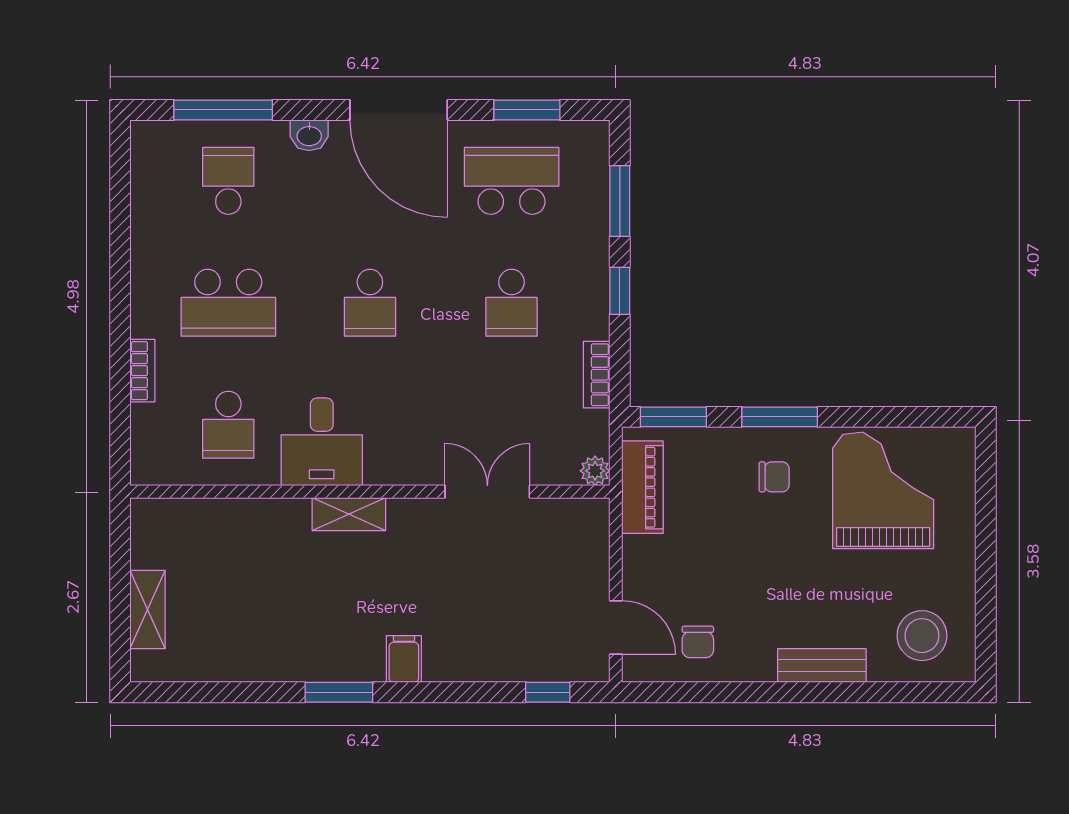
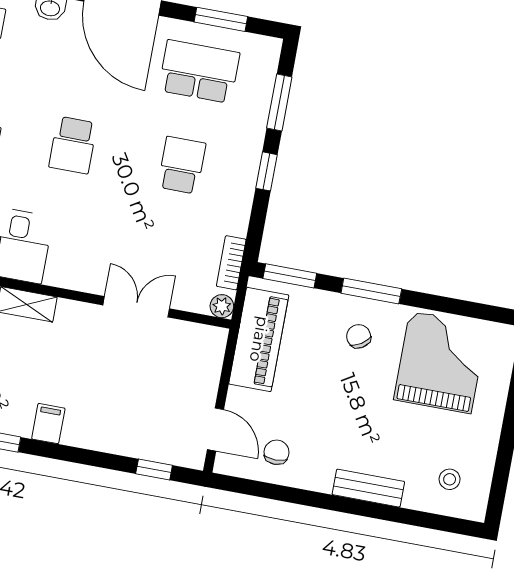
school desk: (512, 303) -> (182, 165), turned 180
bookcase: (597, 375) -> (231, 263), moved
chair: (774, 477) -> (359, 336), turned -123
piano: (642, 487) -> (259, 339), width x1.37, depth x1.33
stool: (922, 636) -> (450, 479), width x0.53, depth x0.53
chair: (698, 642) -> (276, 452), turned 180

